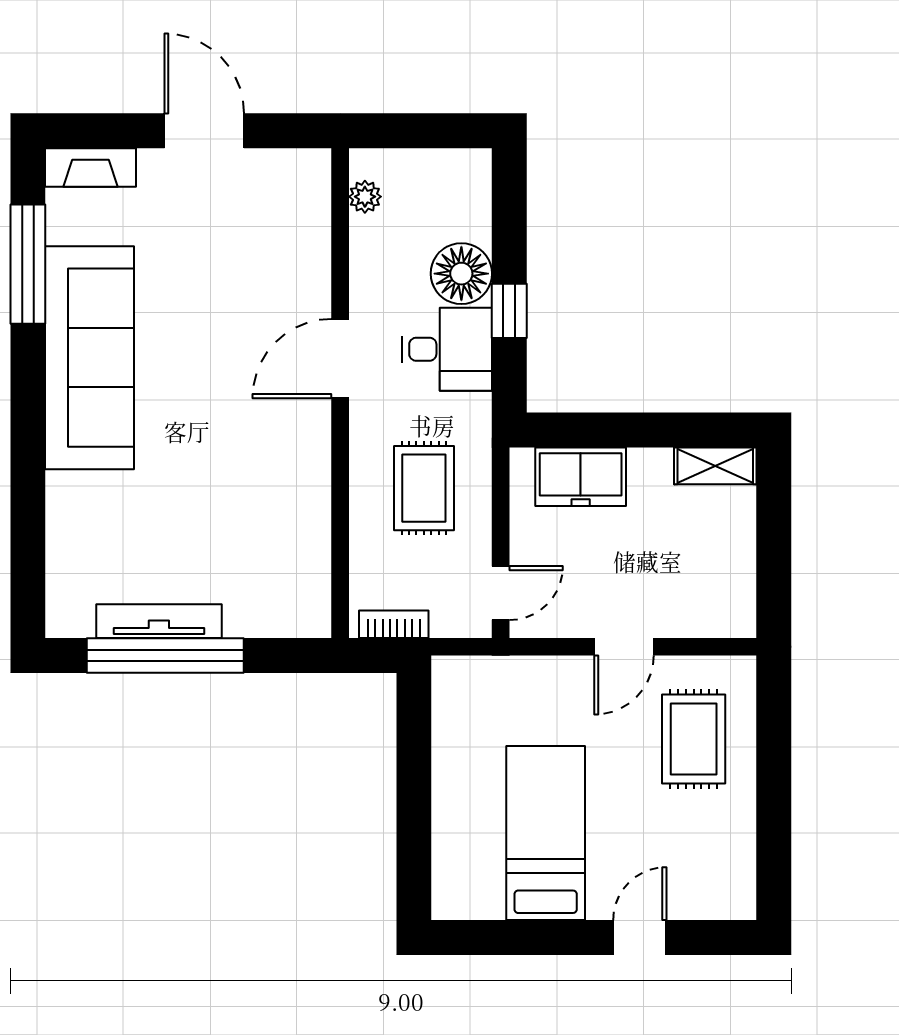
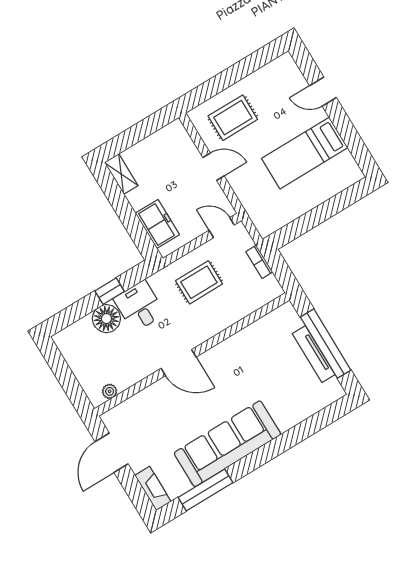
plant: (365, 197) -> (110, 391), moved
door: (340, 359) -> (179, 363), moved
wall: (340, 393) -> (192, 354), moved

